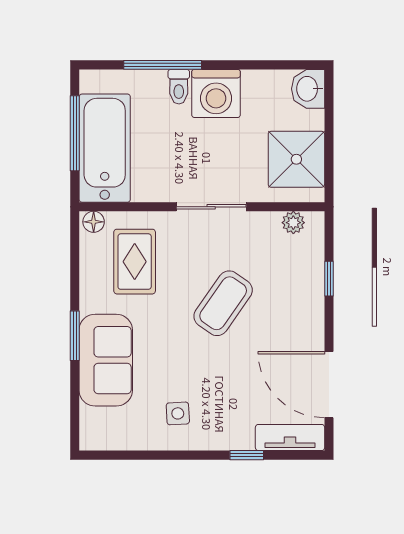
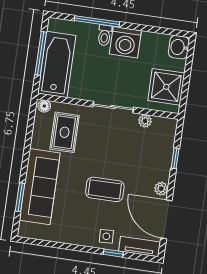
plant: (293, 223) -> (145, 121), moved
coffee table: (223, 303) -> (105, 189), moved, turned 55
plant: (313, 334) -> (161, 189), added
window: (75, 336) -> (20, 197), moved
sofa: (106, 360) -> (40, 187), width x1.36
side table: (178, 413) -> (106, 236), moved

